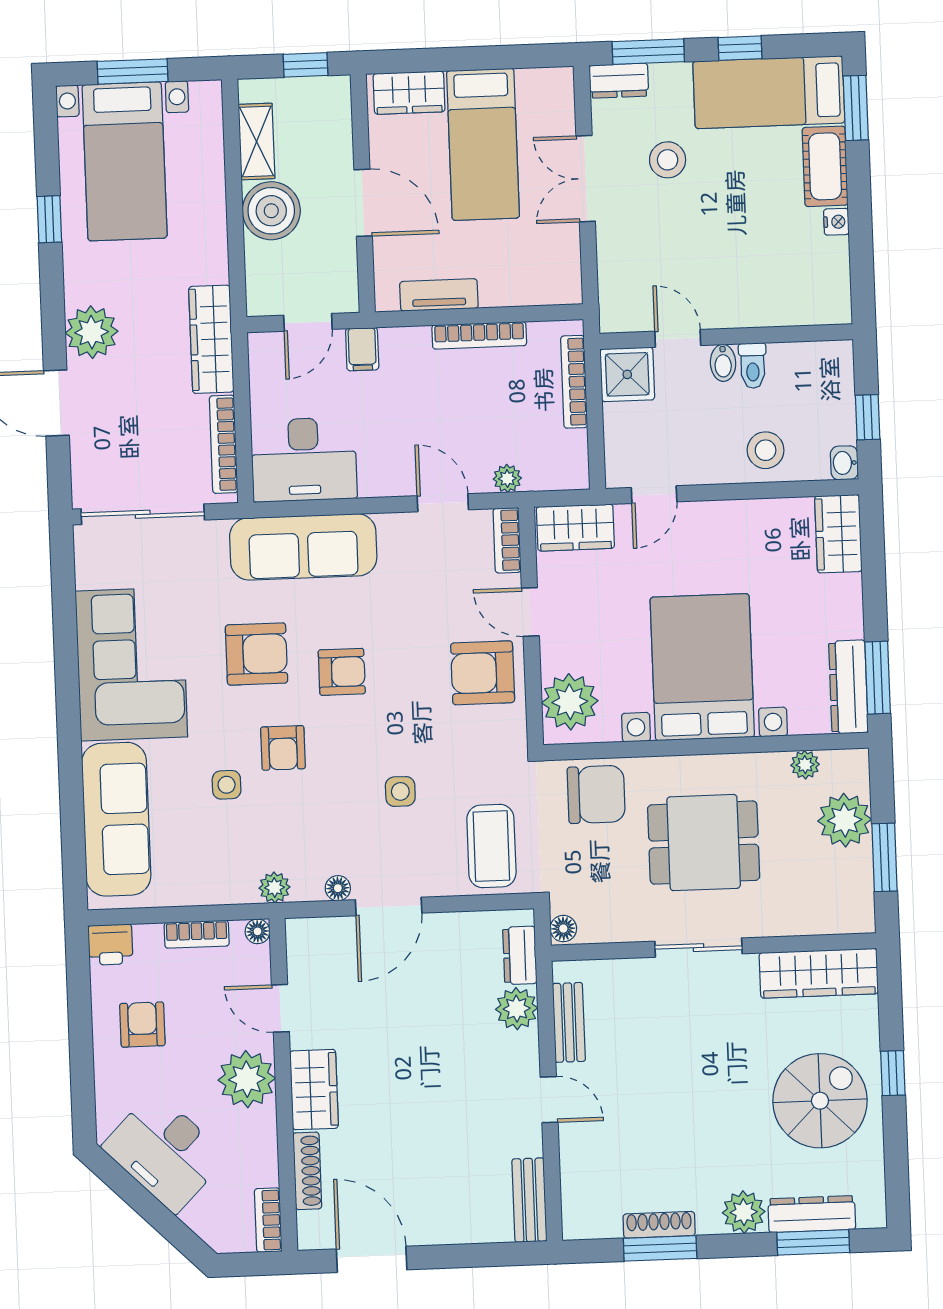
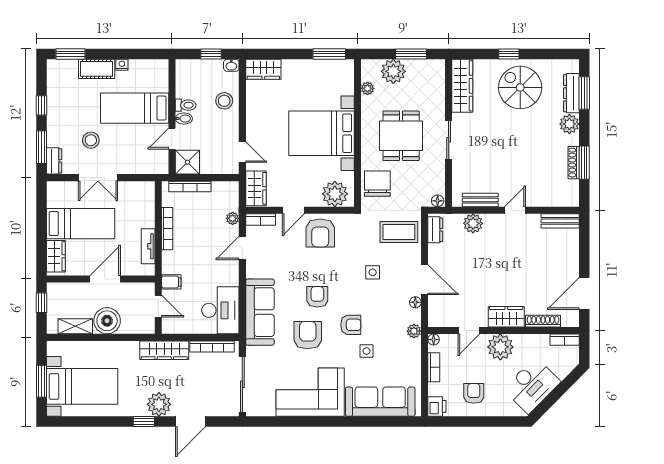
bed: (769, 92) -> (135, 108), moved, turned 90
window: (49, 219) -> (144, 422), moved
dresser: (848, 687) -> (333, 67), removed
dresser: (520, 955) -> (435, 230), moved, turned -90
armchair: (142, 1025) -> (474, 393), turned 90

